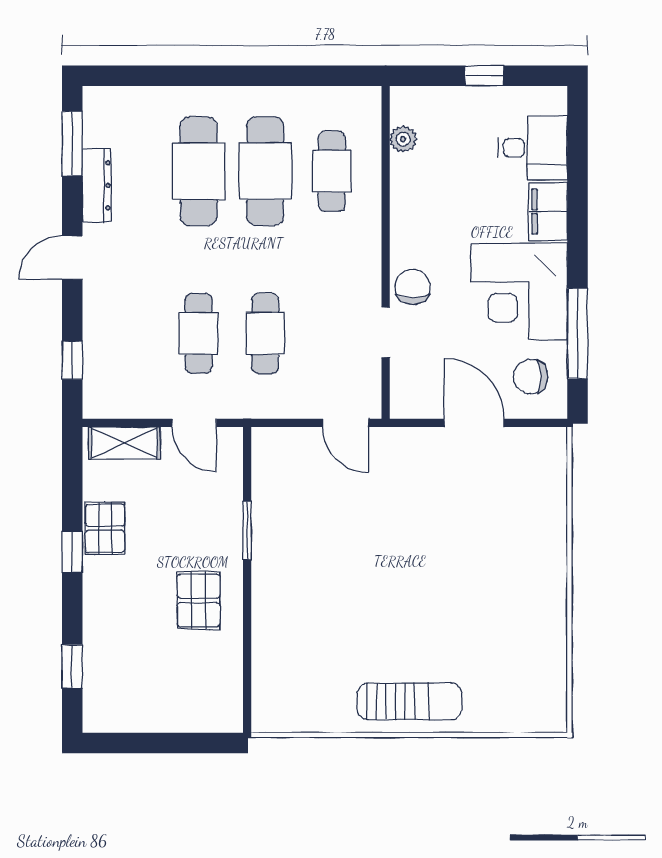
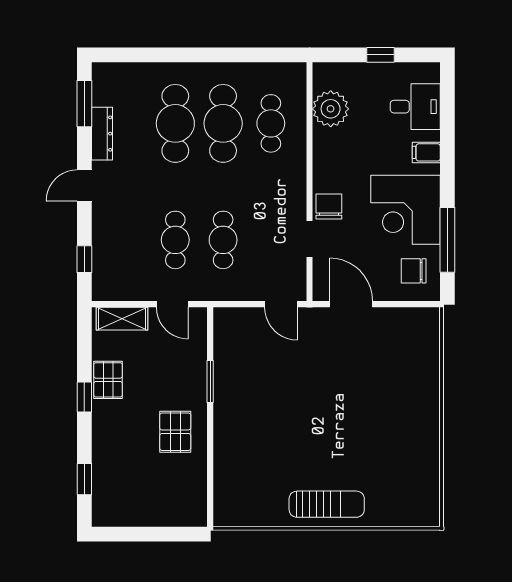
plant: (403, 139) -> (331, 109), width x1.88, depth x1.88
filing cabinet: (548, 212) -> (426, 152), width x0.50
door: (474, 423) -> (351, 304), moved

